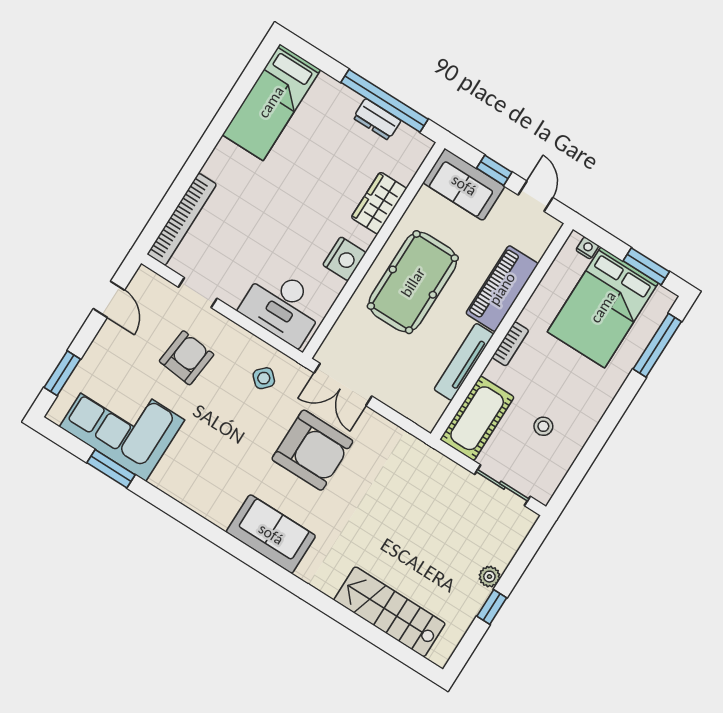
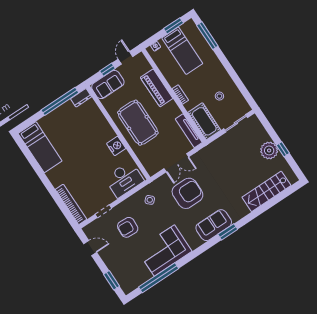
dresser: (377, 119) -> (81, 98), moved
door: (535, 196) -> (125, 58), hinge flipped
wardrobe: (379, 203) -> (100, 122), removed
bed: (603, 307) -> (182, 51), width x0.67
armchair: (187, 358) -> (128, 227), turned -93
tv unit: (464, 362) -> (189, 131), moved
double door: (343, 384) -> (176, 163), moved
corner sofa: (122, 423) -> (164, 251), moved
window: (111, 469) -> (159, 278), width x2.11
window: (270, 569) -> (228, 232), added
plant: (489, 577) -> (269, 150), width x1.88, depth x1.88

